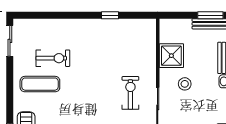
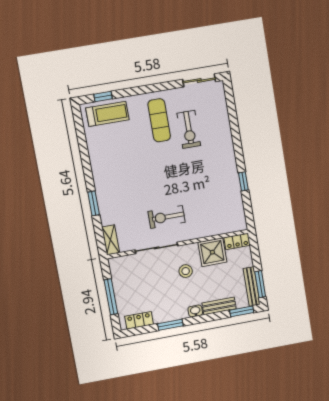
locker: (165, 31) -> (237, 241), added
exercise bike: (130, 93) -> (167, 217), turned 180

